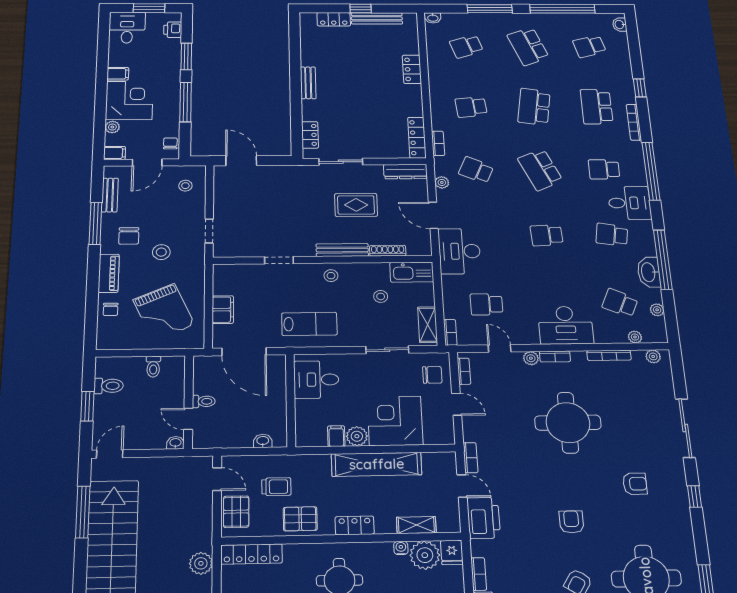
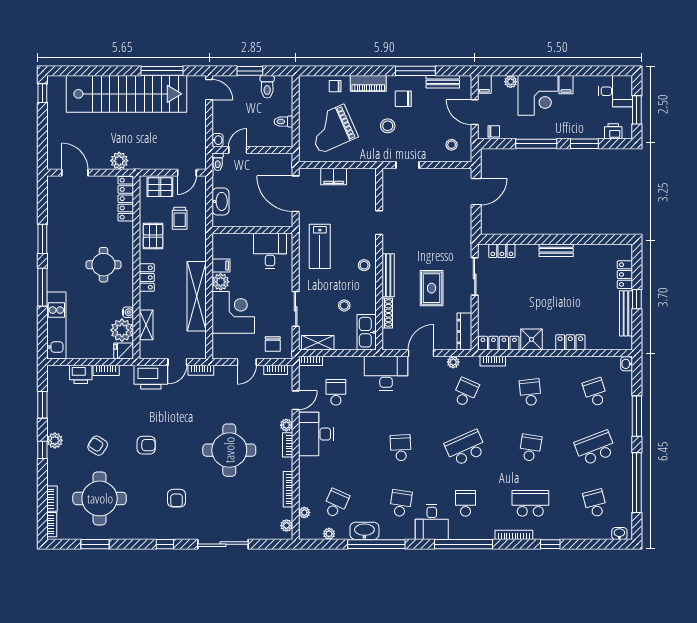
shower: (411, 106) -> (532, 339), added
school desk: (534, 107) -> (530, 448), width x0.54
desk: (565, 325) -> (316, 434), moved
door: (244, 352) -> (296, 194), hinge flipped
toilet: (204, 401) -> (218, 162), moved
washbasin: (263, 441) -> (220, 201), width x1.91, depth x1.45

